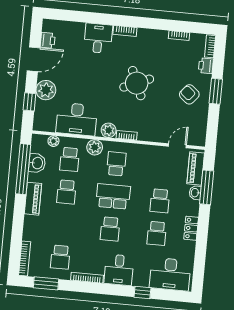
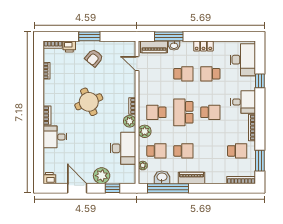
printer: (48, 40) -> (49, 178), moved
school desk: (157, 233) -> (210, 74), turned 180

